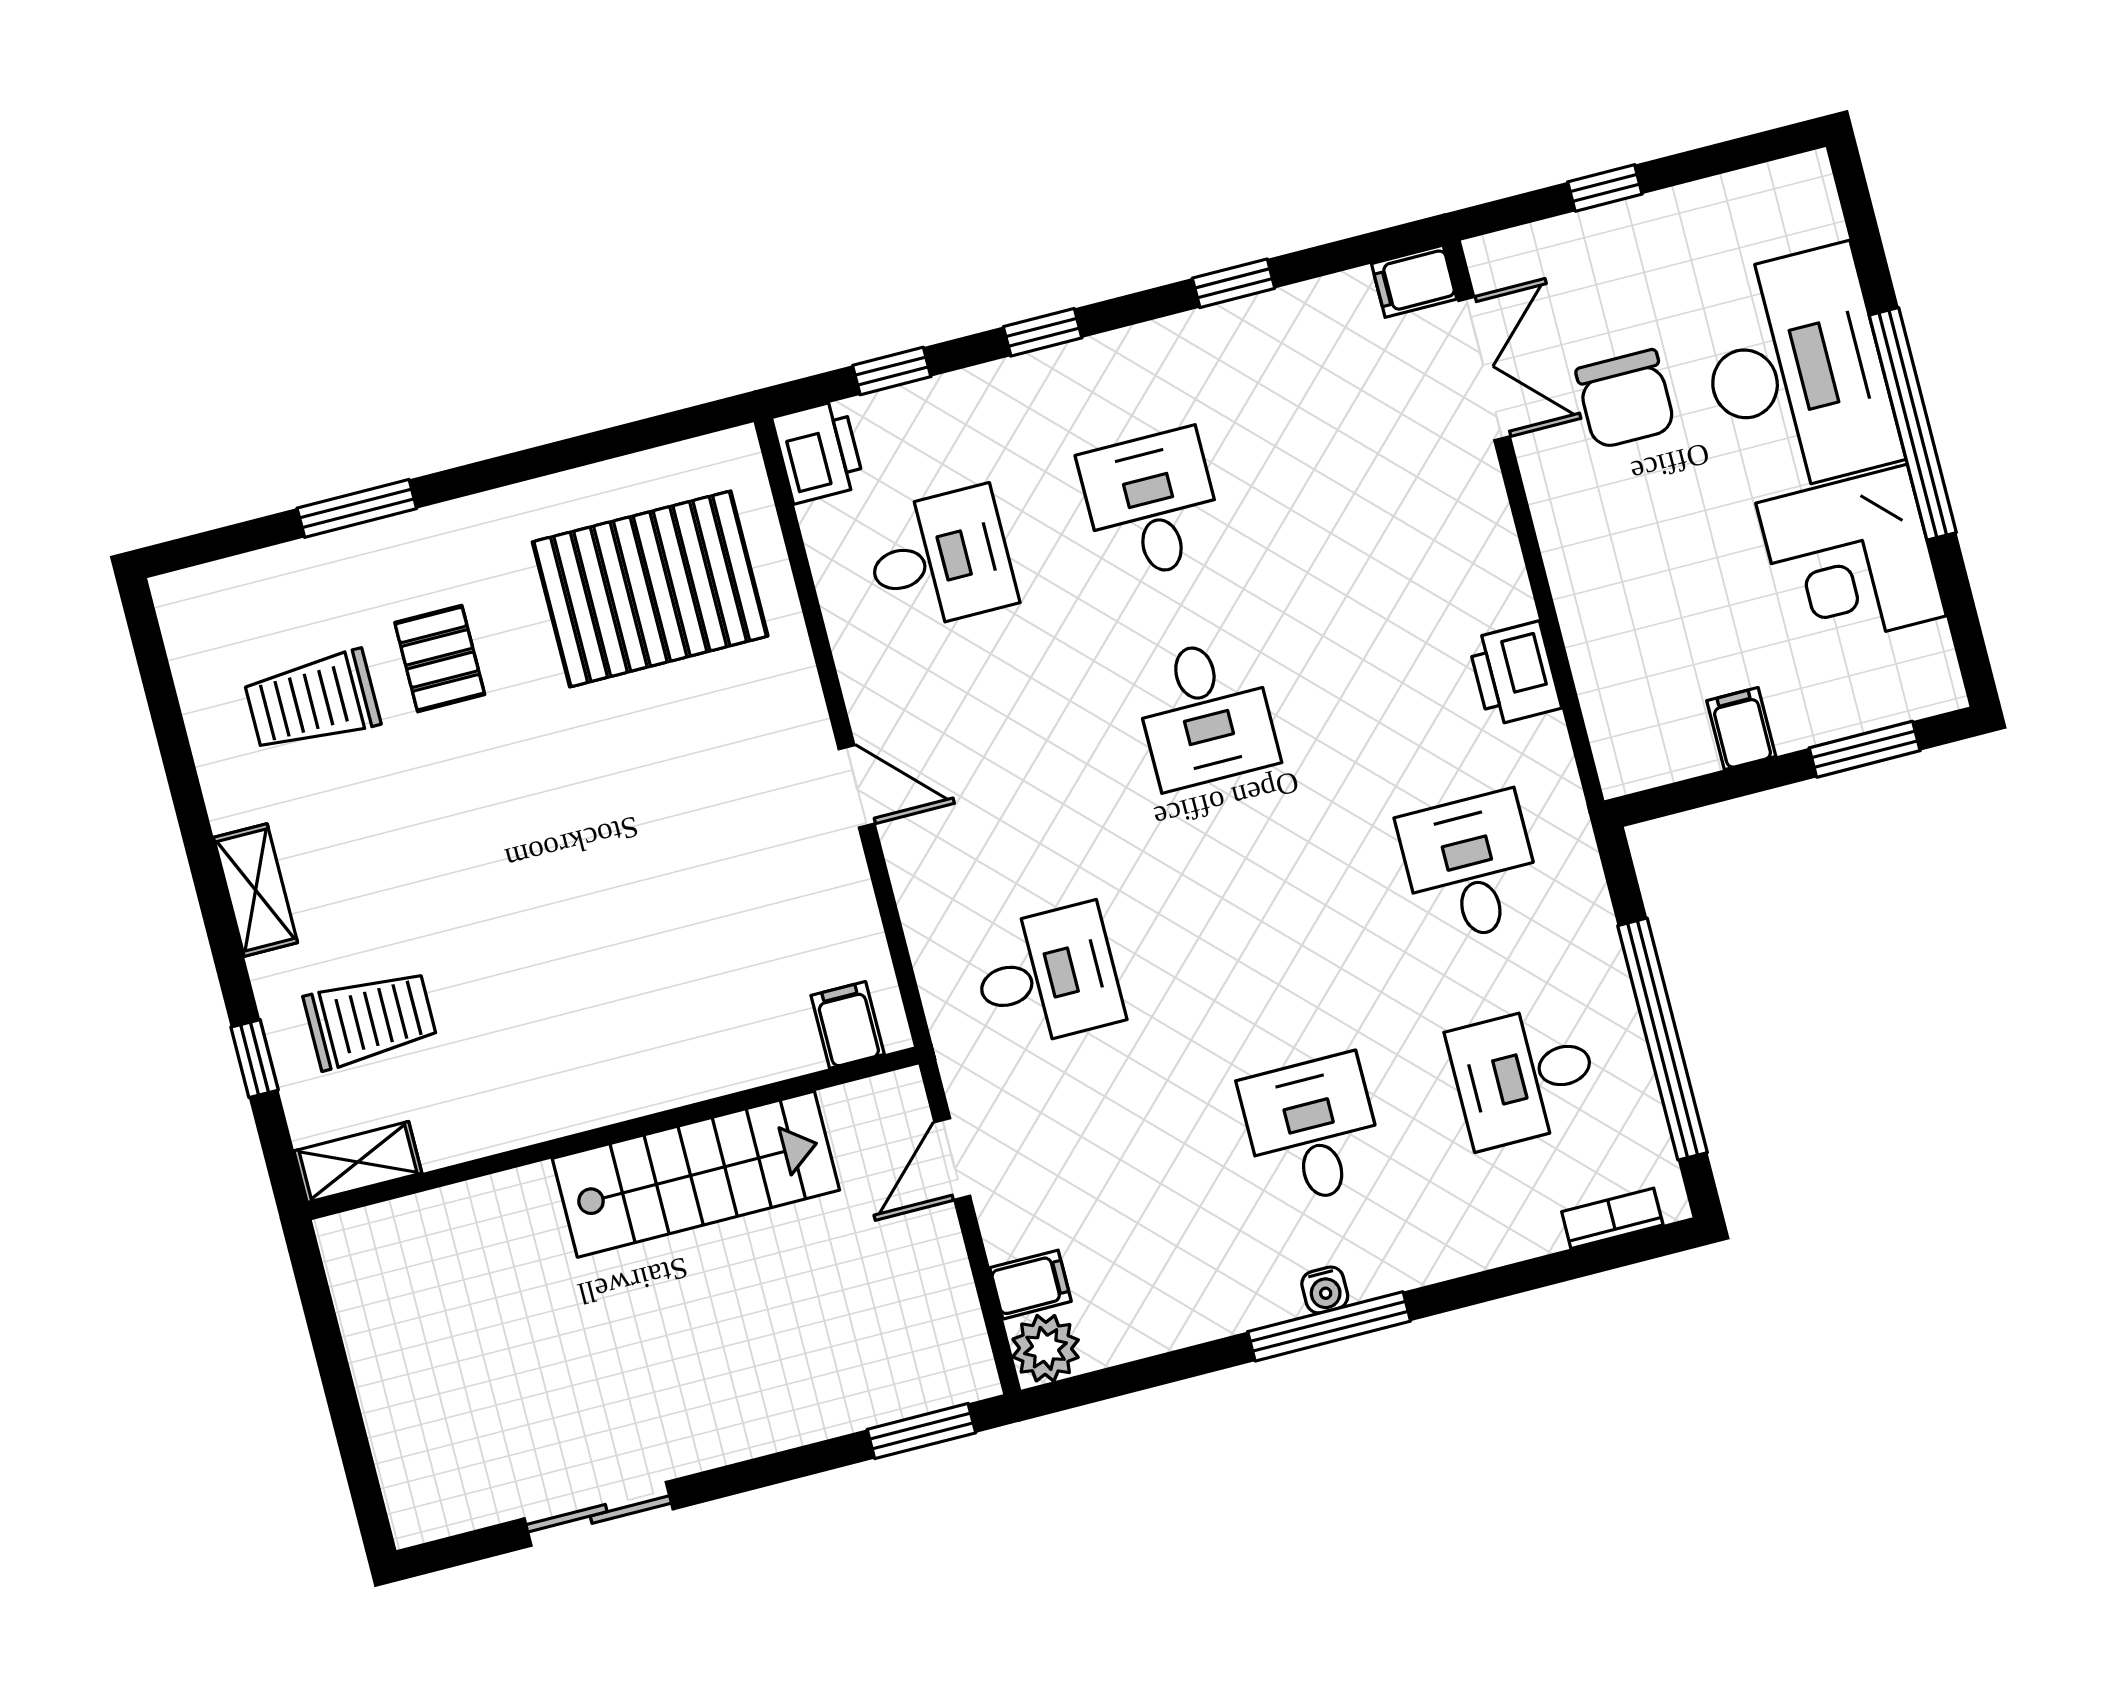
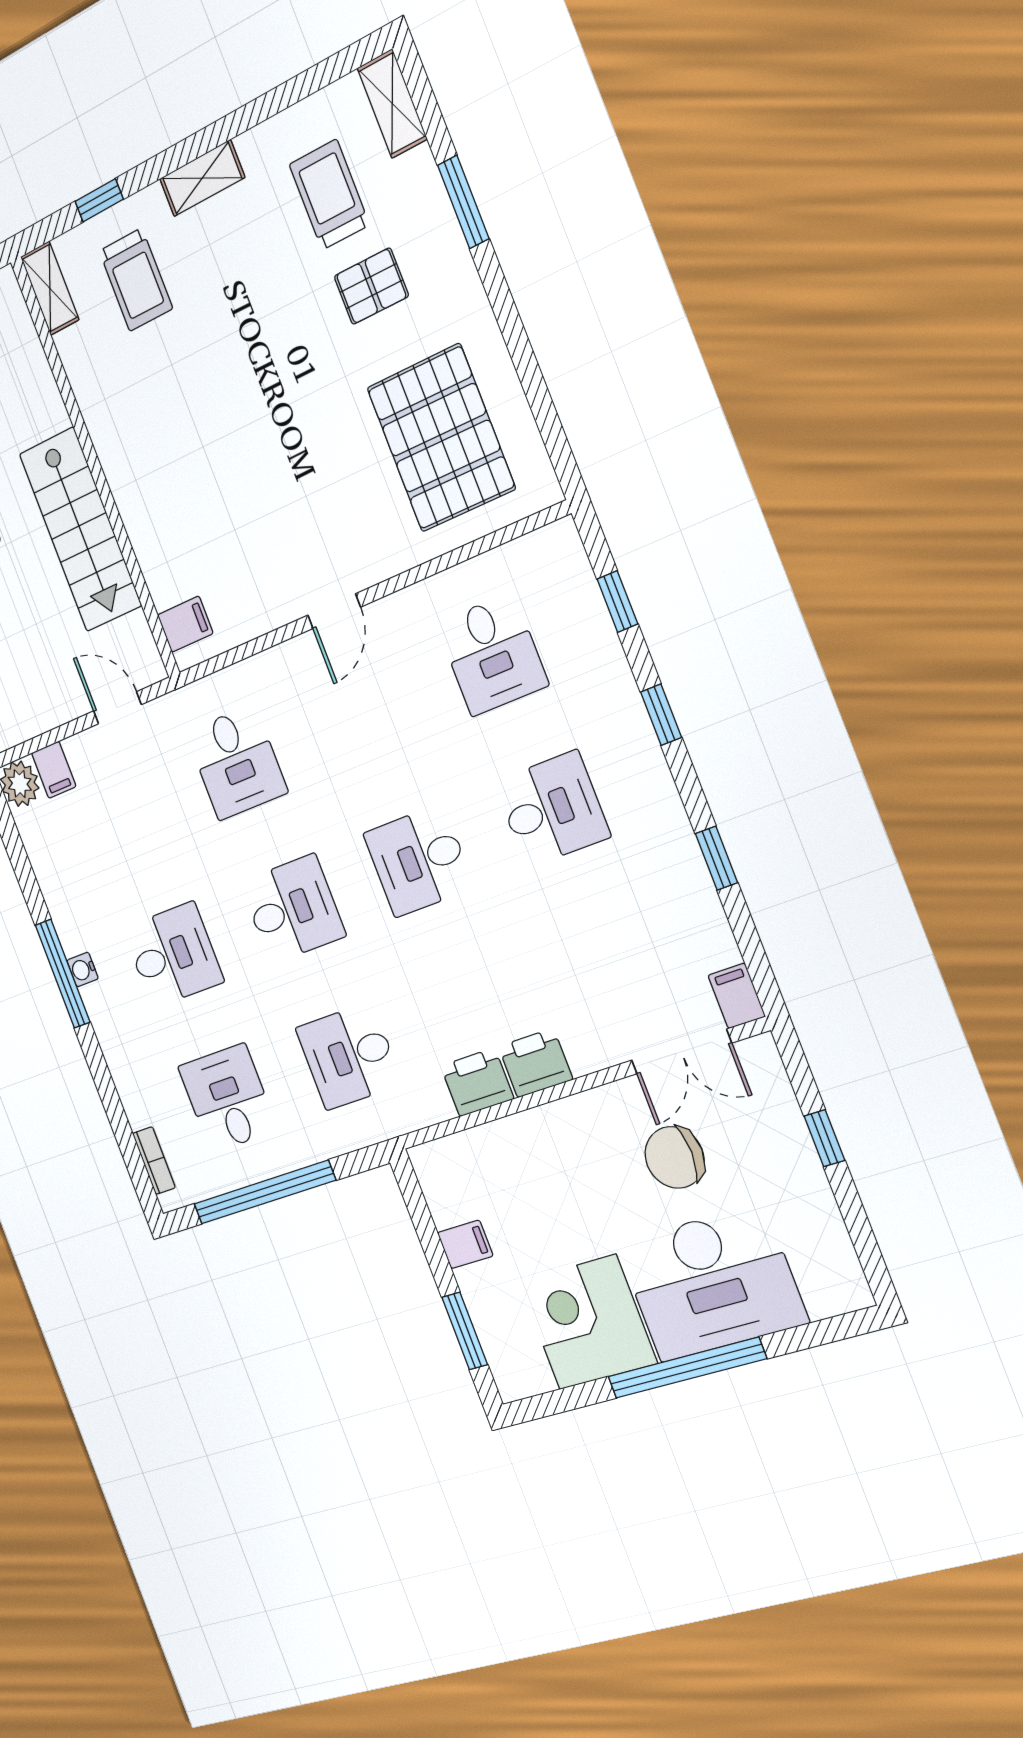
printer: (818, 452) -> (535, 1063), moved, turned 180
shelving: (215, 590) -> (392, 104), added
desk: (1471, 867) -> (349, 1056), turned 180
desk: (1259, 922) -> (293, 909), added

